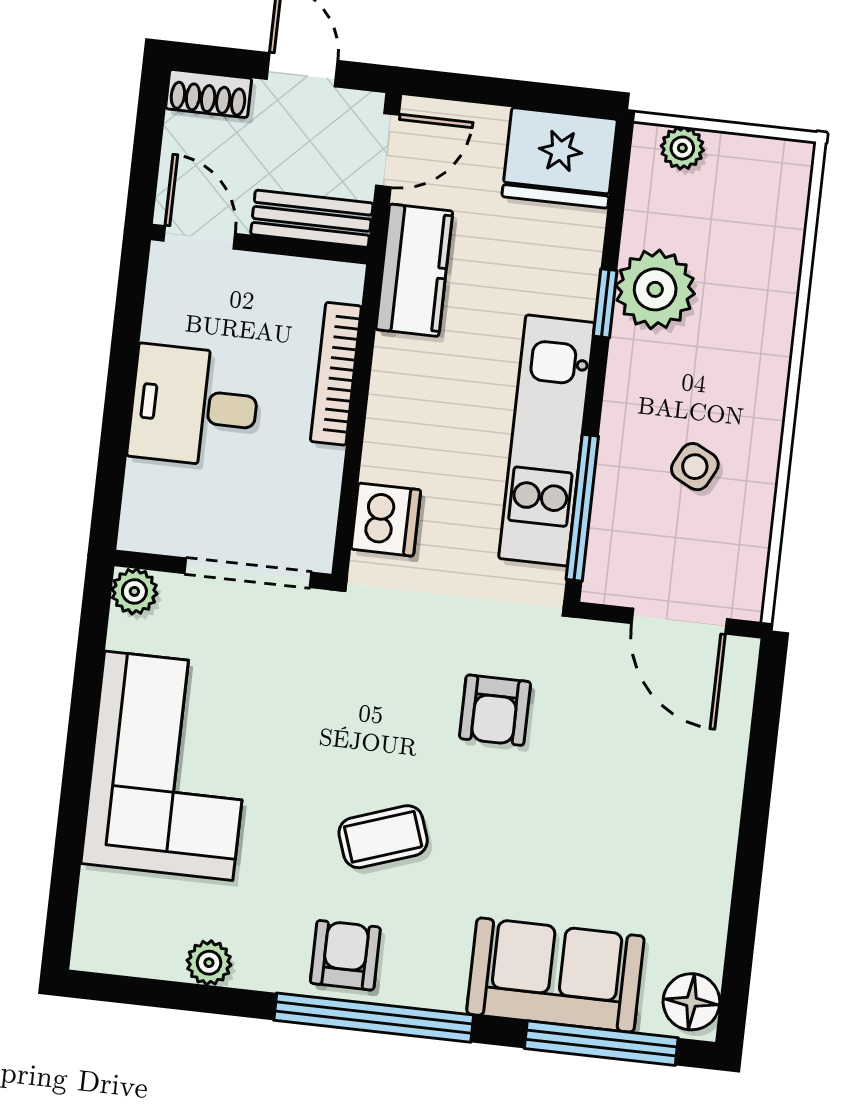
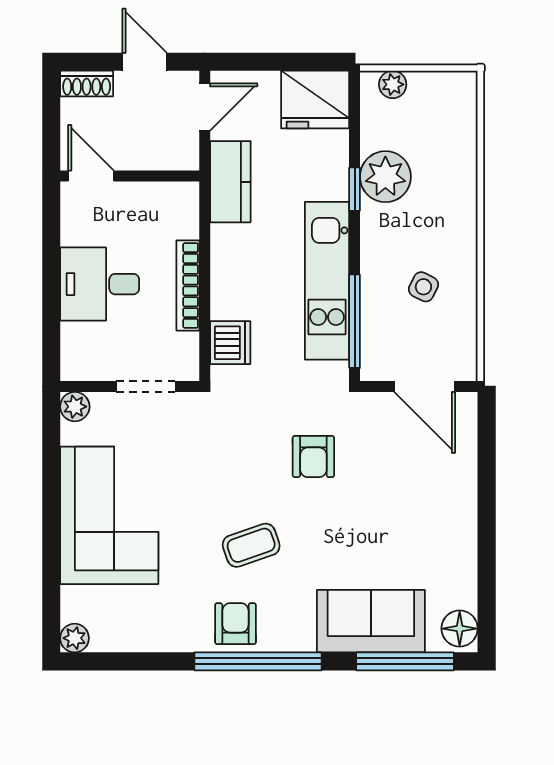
bench: (312, 219) -> (161, 156), removed
bookcase: (336, 374) -> (188, 286), moved
doorway: (248, 573) -> (146, 387), width x0.73
plant: (209, 963) -> (75, 638), moved

